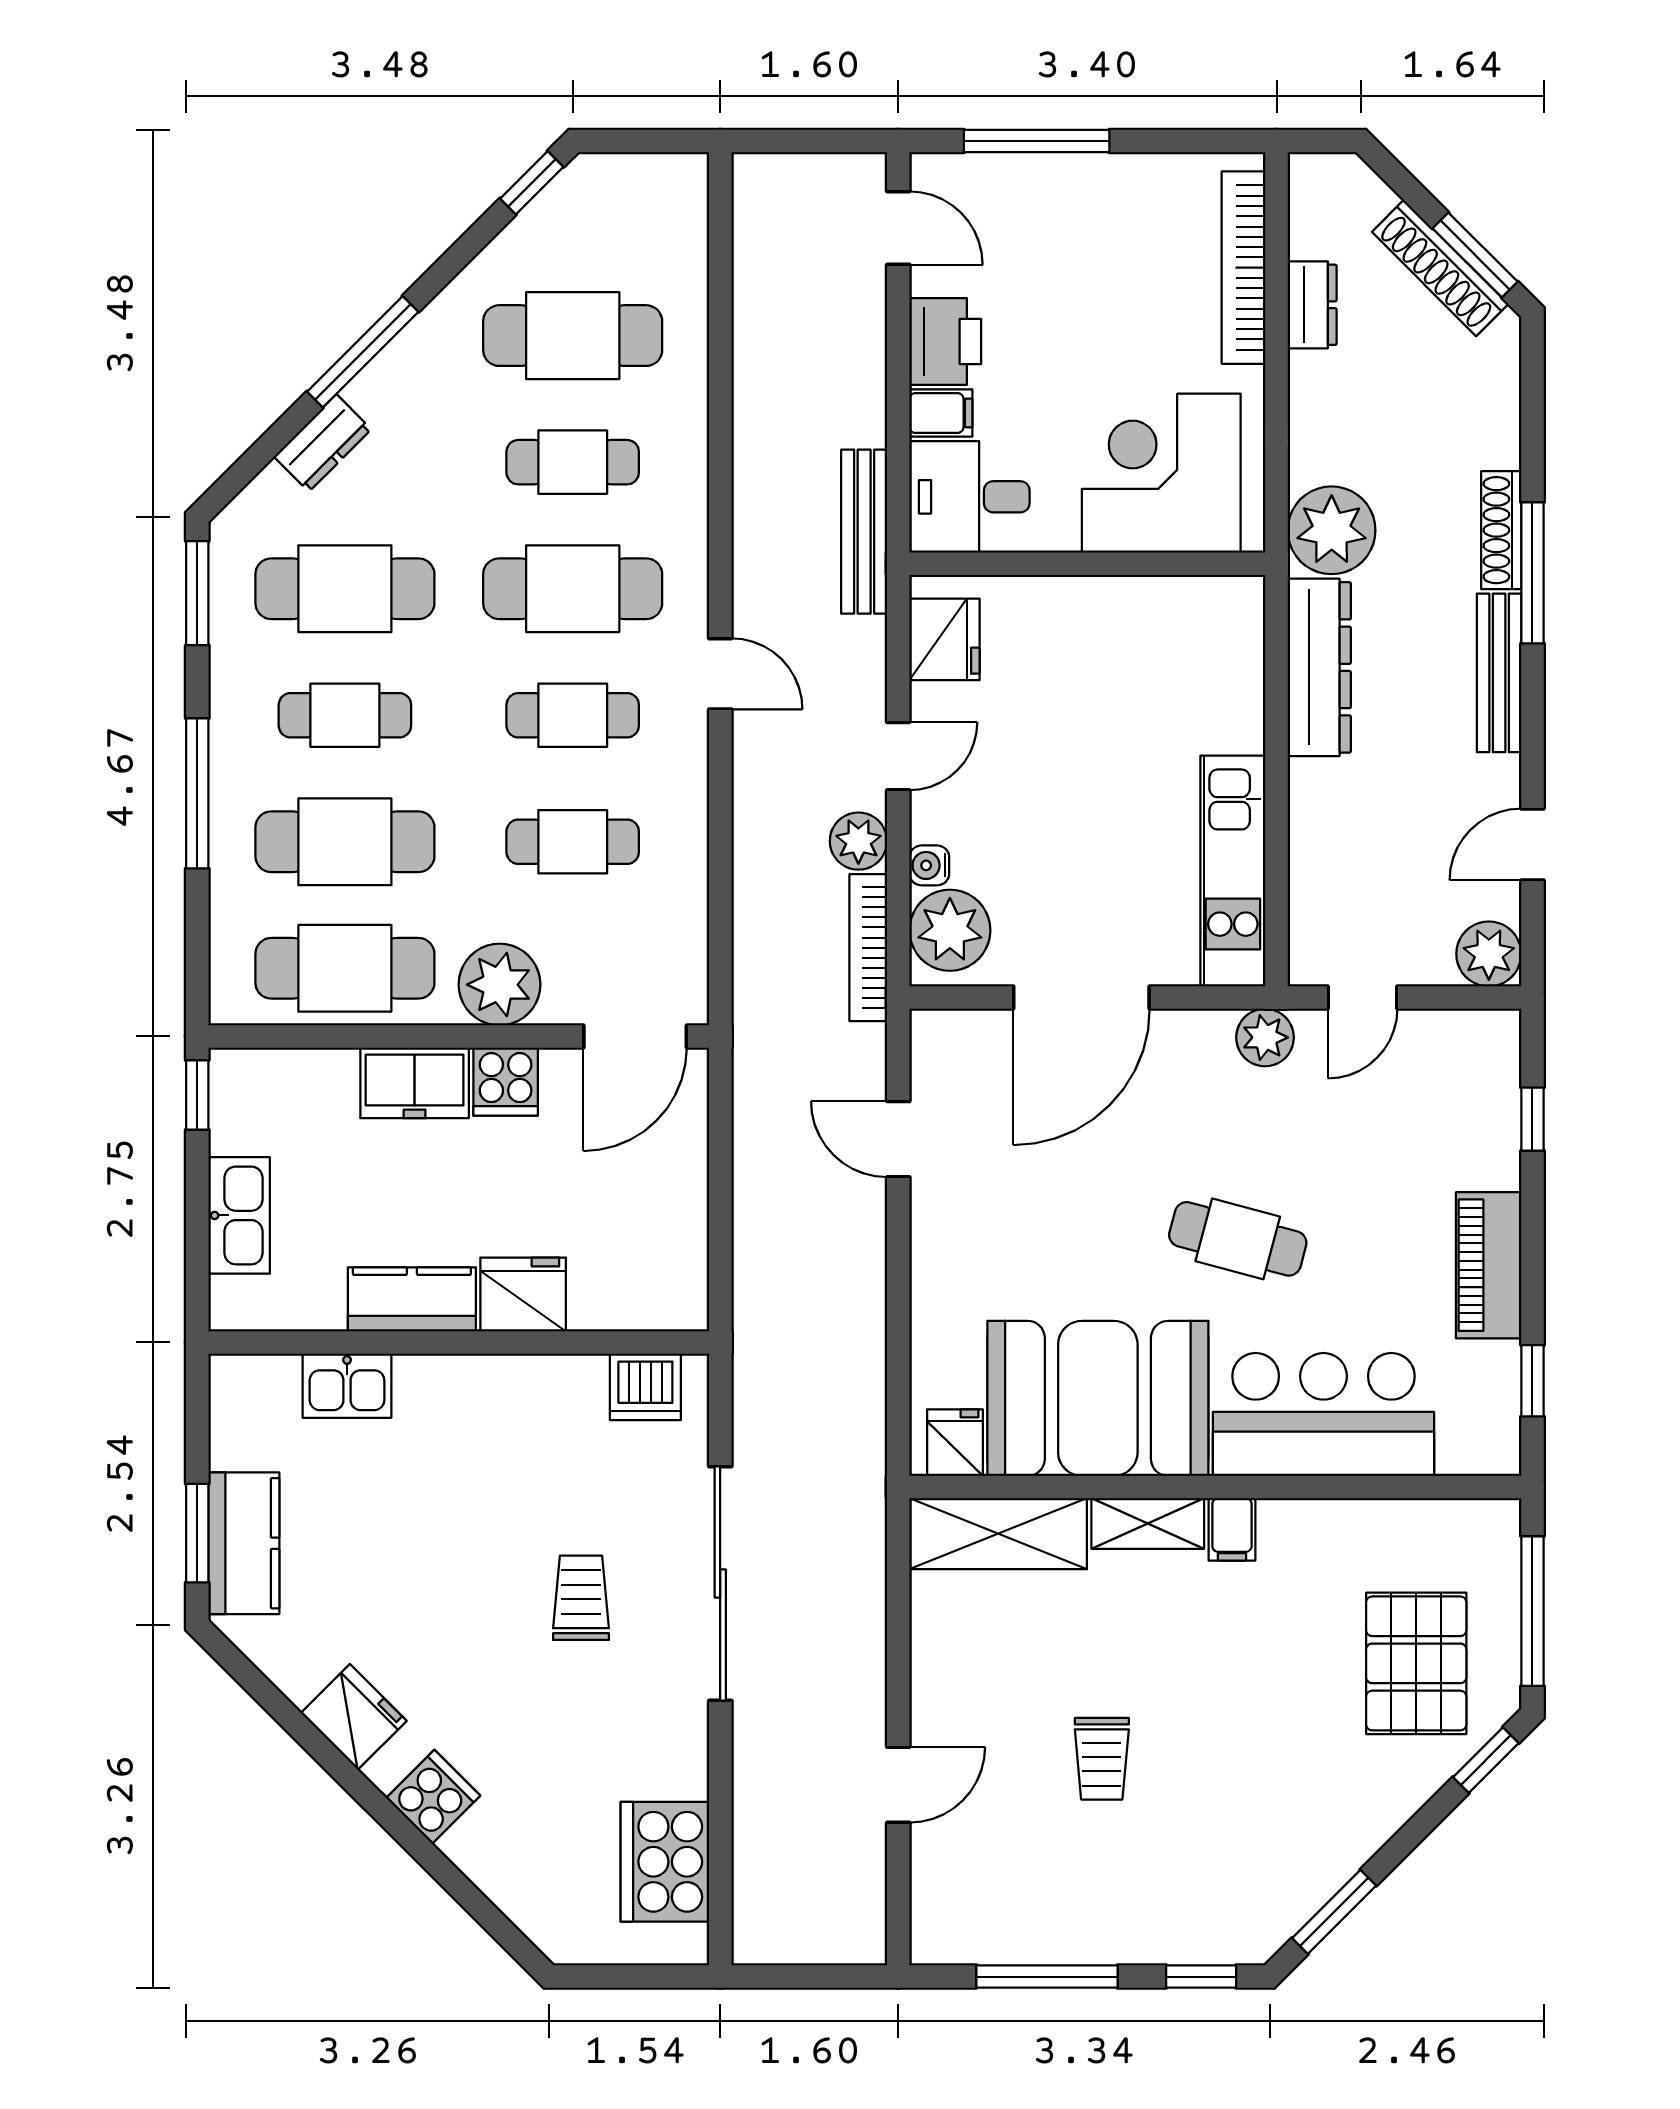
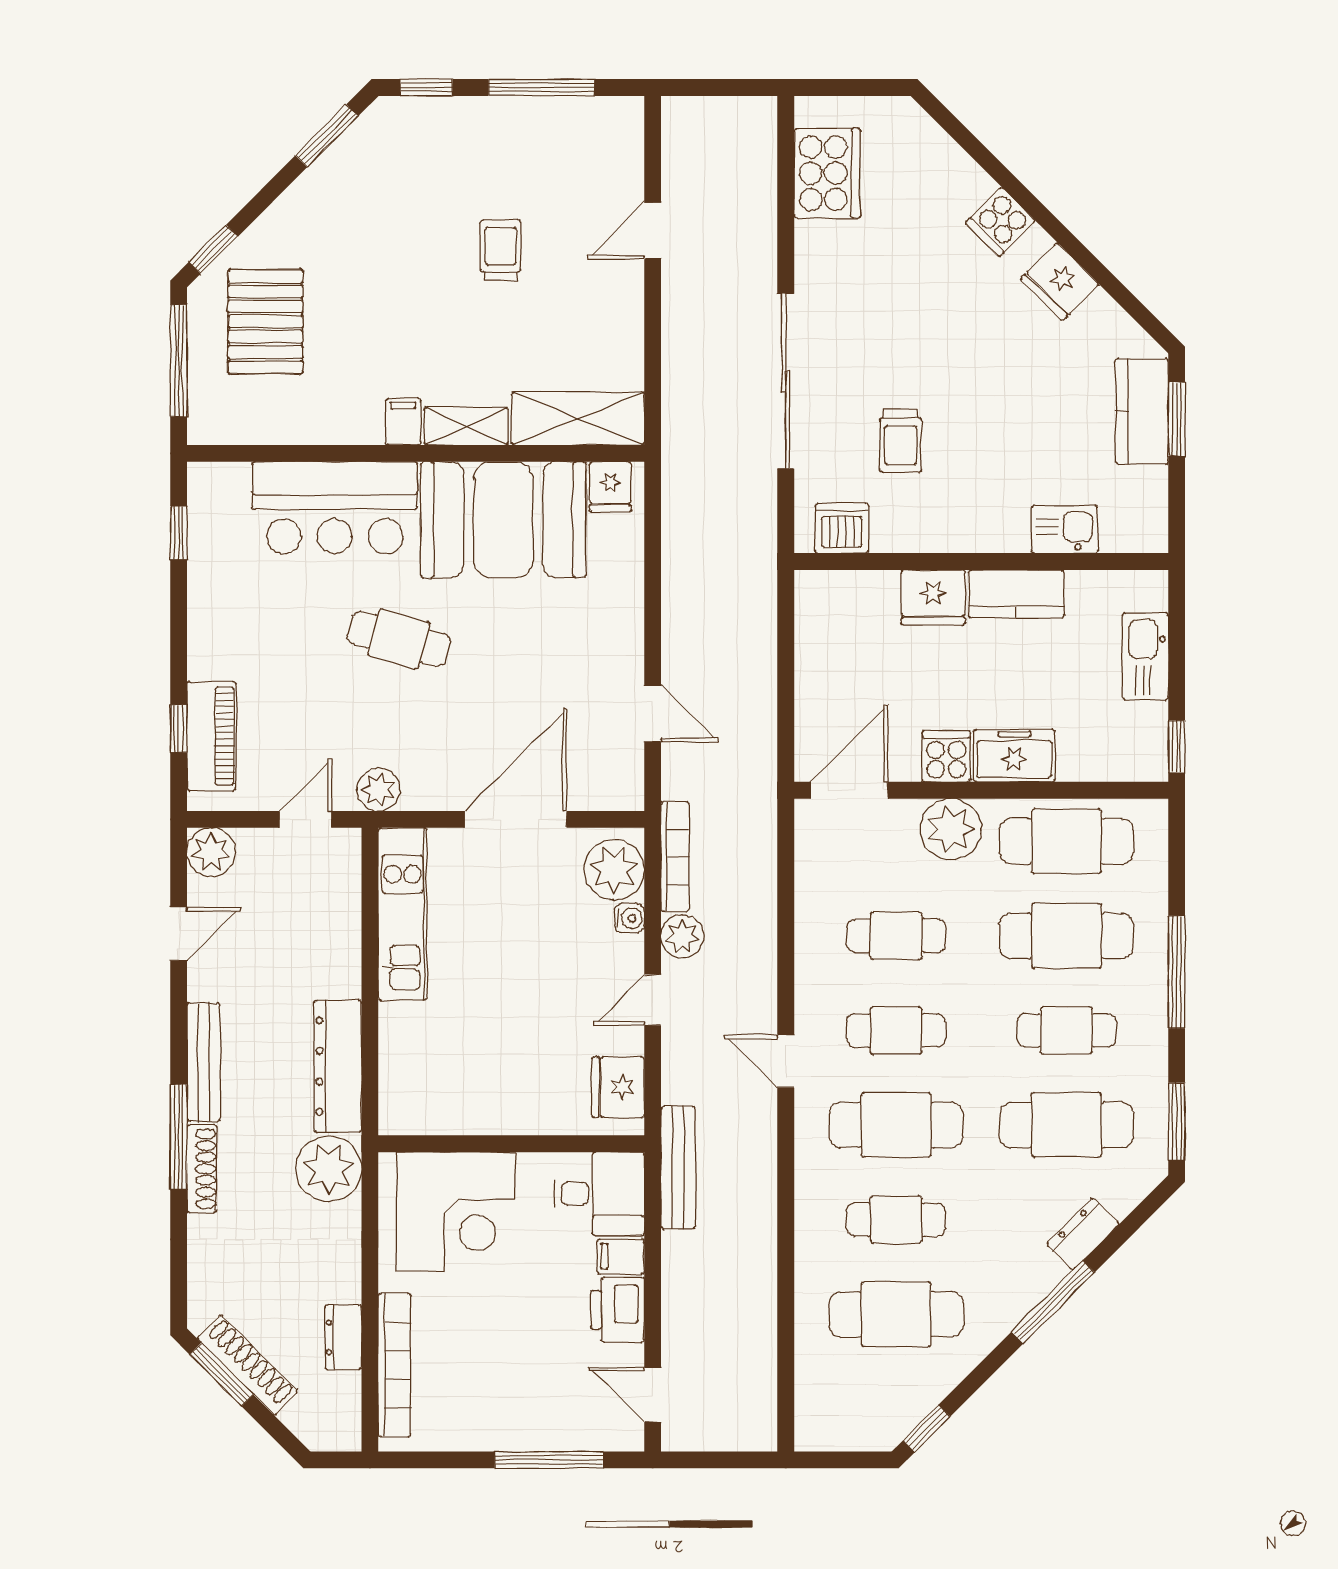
piano: (1489, 1265) -> (211, 736), moved
trolley: (581, 1598) -> (901, 441), moved

